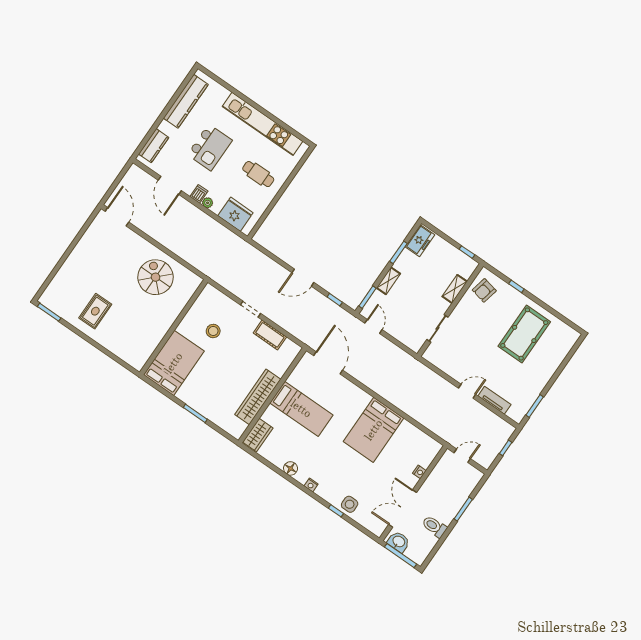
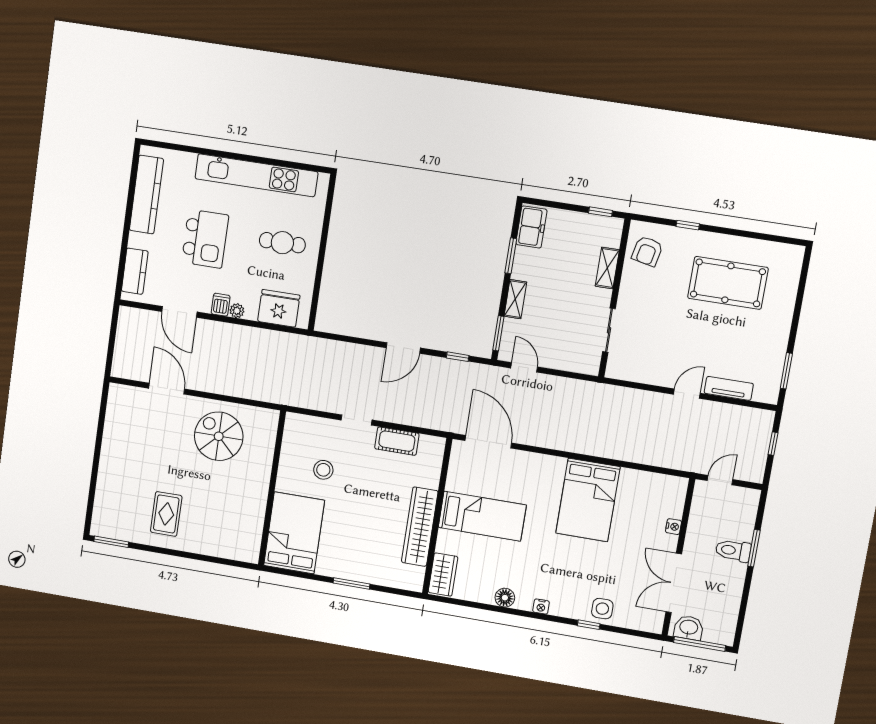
door: (117, 217) -> (167, 389), moved
pool table: (524, 334) -> (728, 283), turned 90
toilet: (434, 527) -> (733, 551), moved

